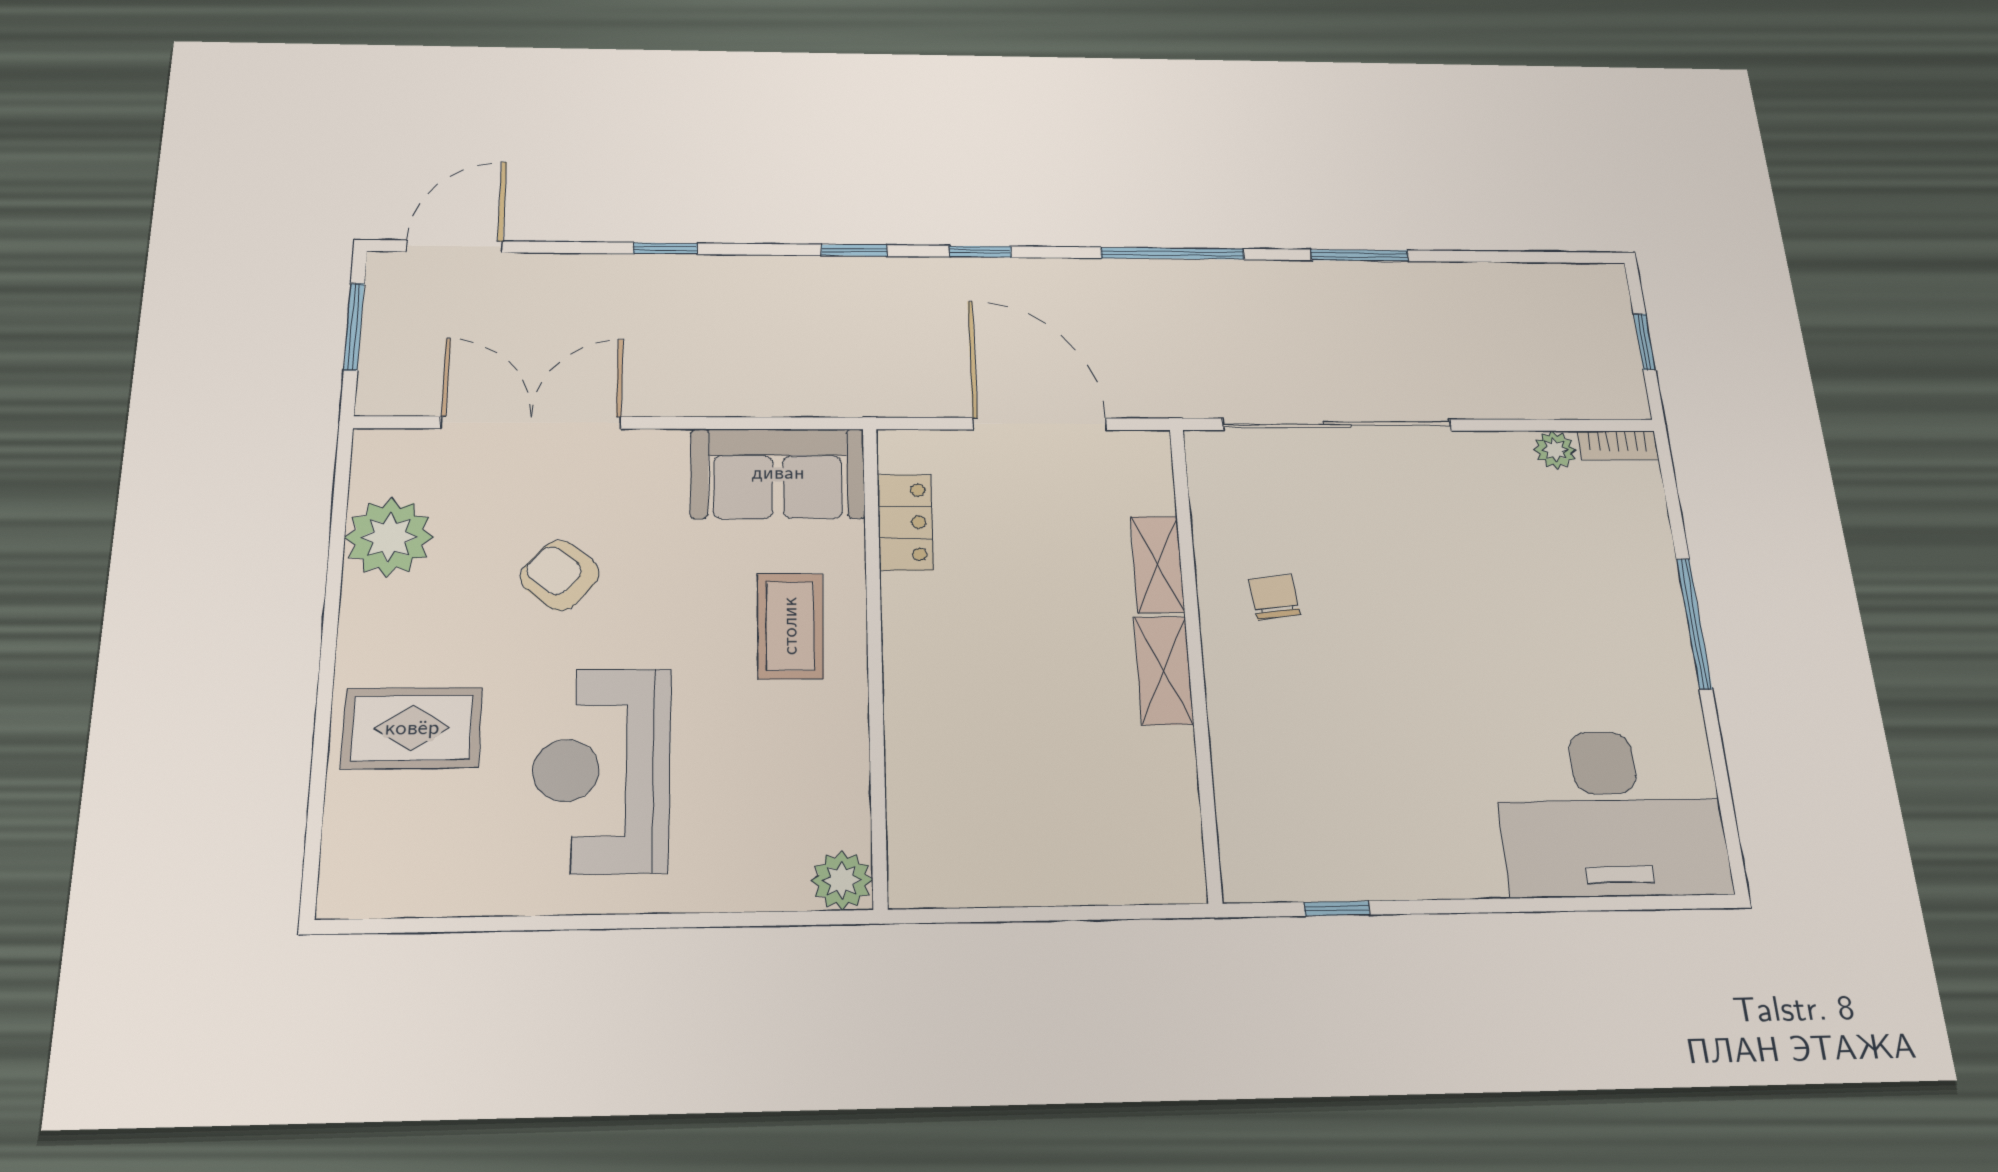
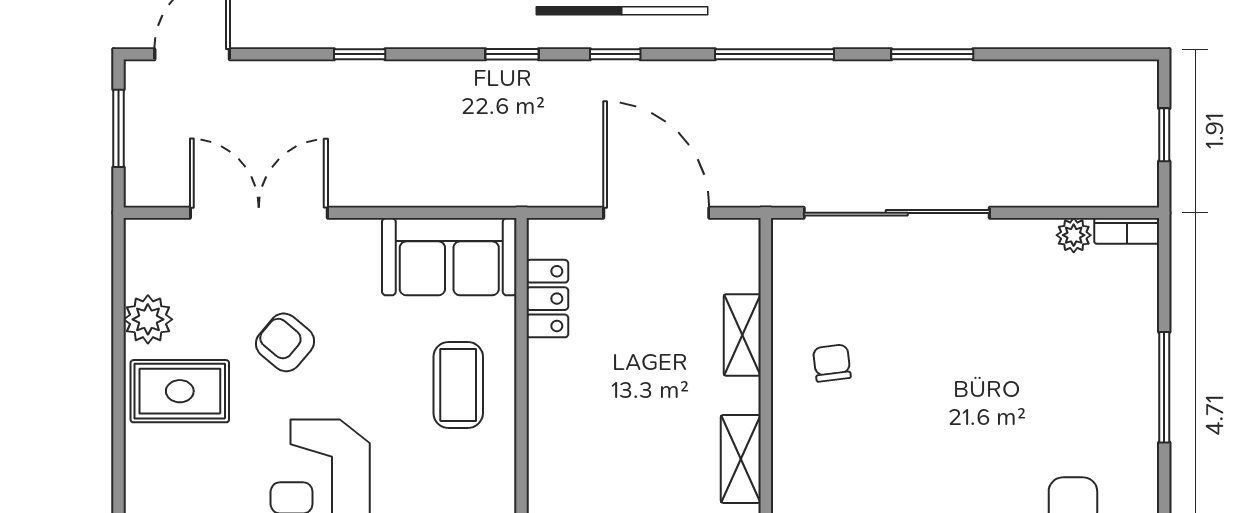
plant: (389, 537) -> (148, 319), width x0.73, depth x0.73
shelving: (1164, 670) -> (741, 459), moved
rug: (412, 728) -> (180, 391), moved

